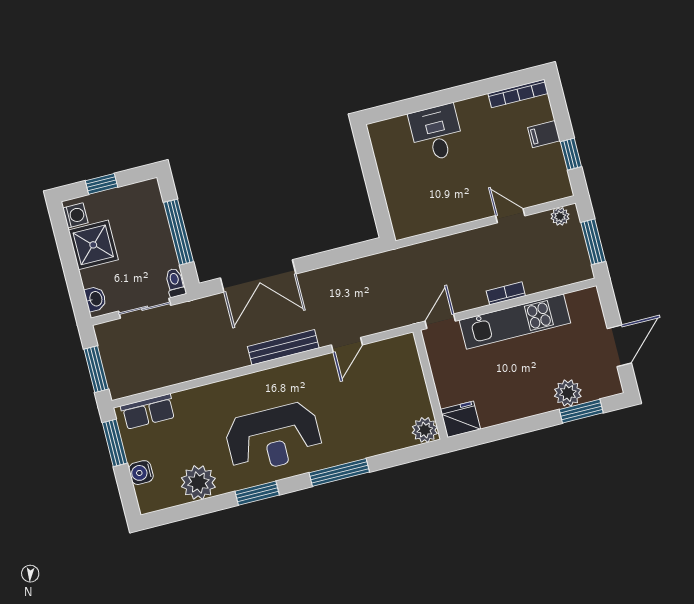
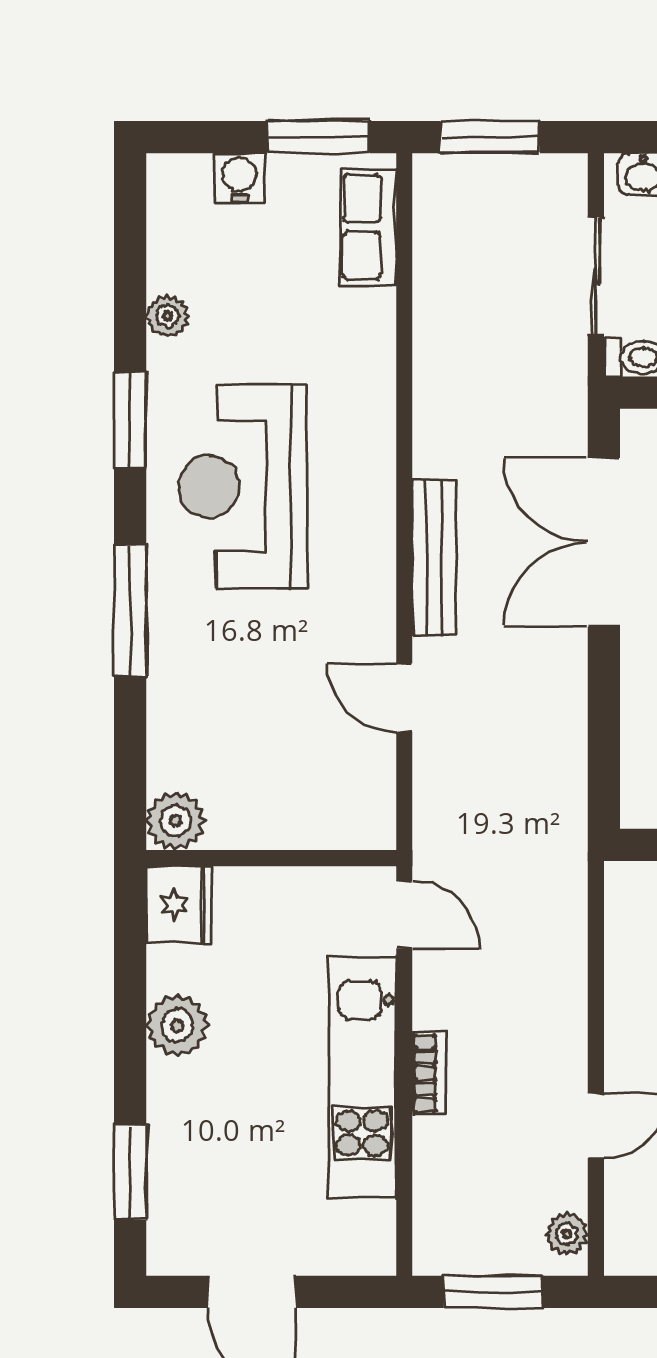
plant: (568, 393) -> (177, 1026), moved
plant: (198, 483) -> (167, 316), width x0.53, depth x0.53

